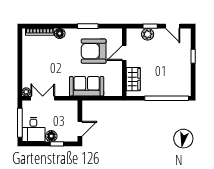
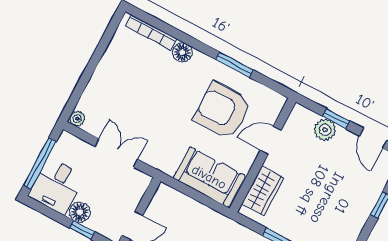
sofa: (87, 86) -> (209, 177), moved
double door: (43, 98) -> (116, 153), moved

